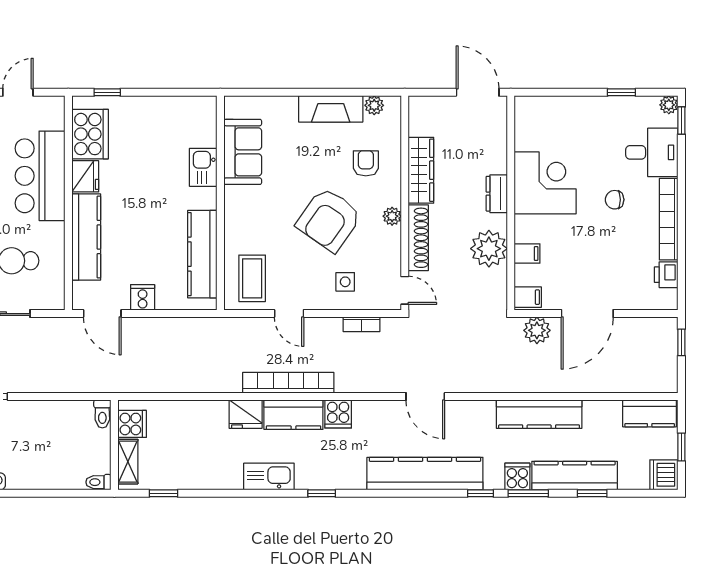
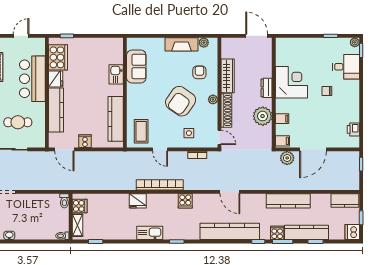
bookcase: (669, 219) -> (355, 101), removed
kitchen counter: (293, 415) -> (162, 201), removed

